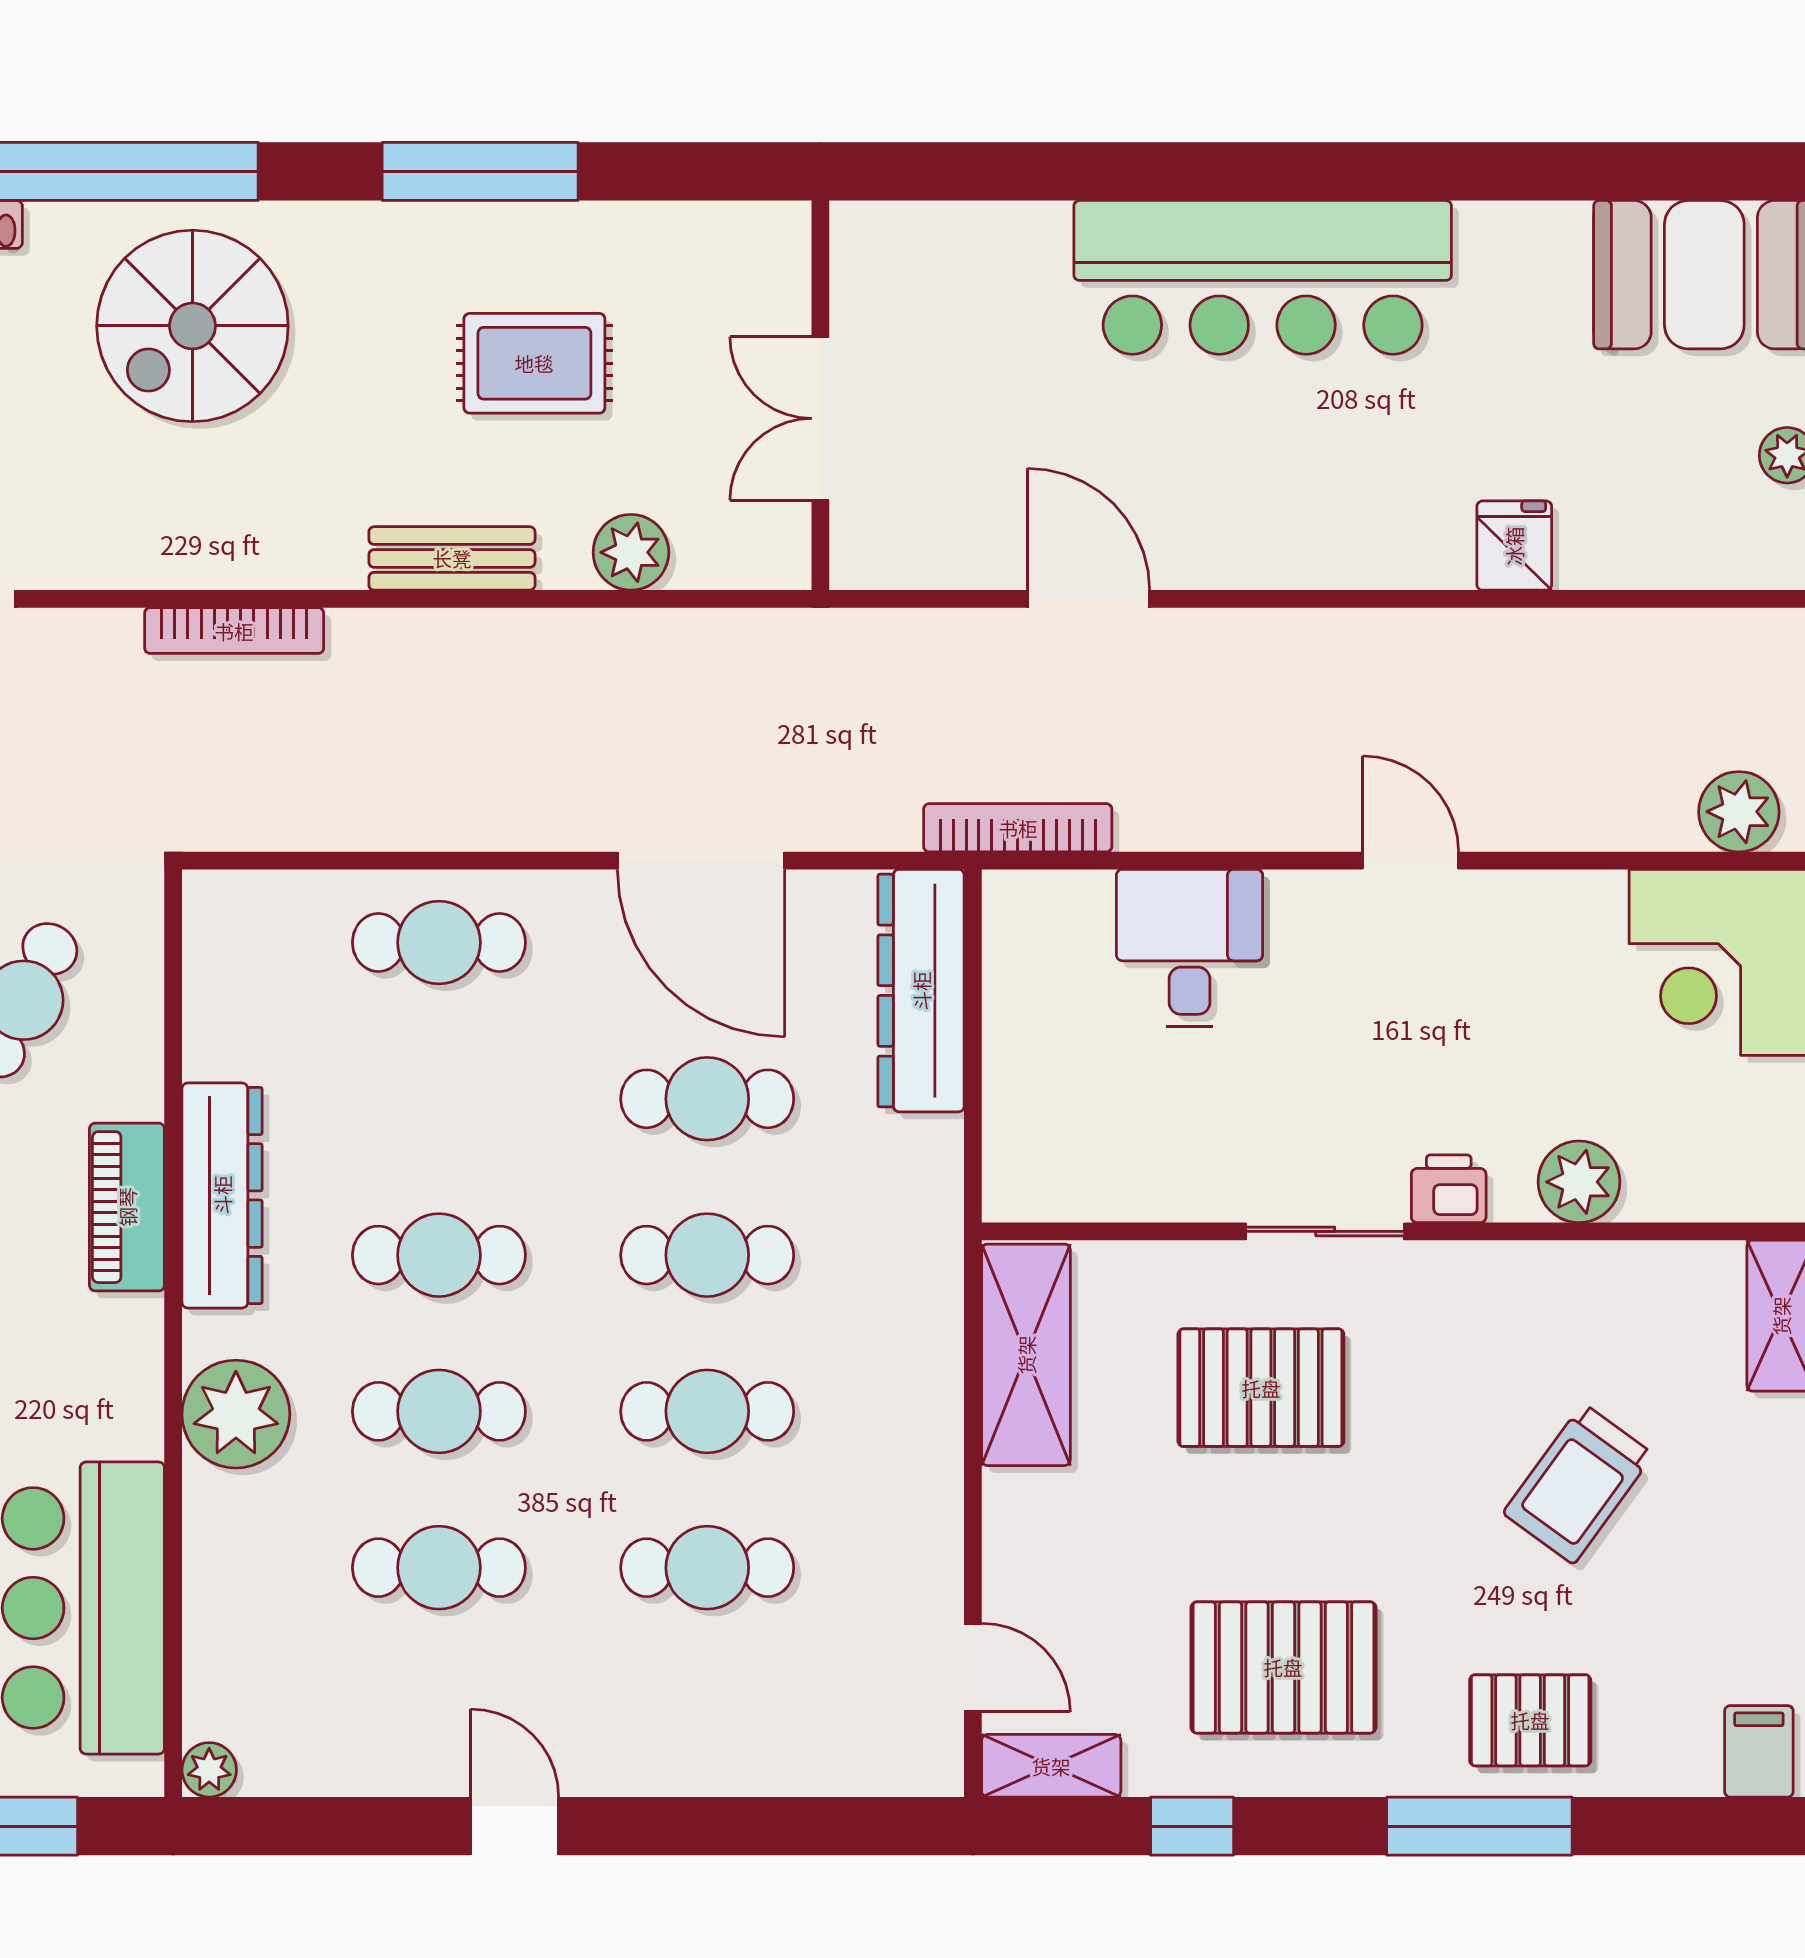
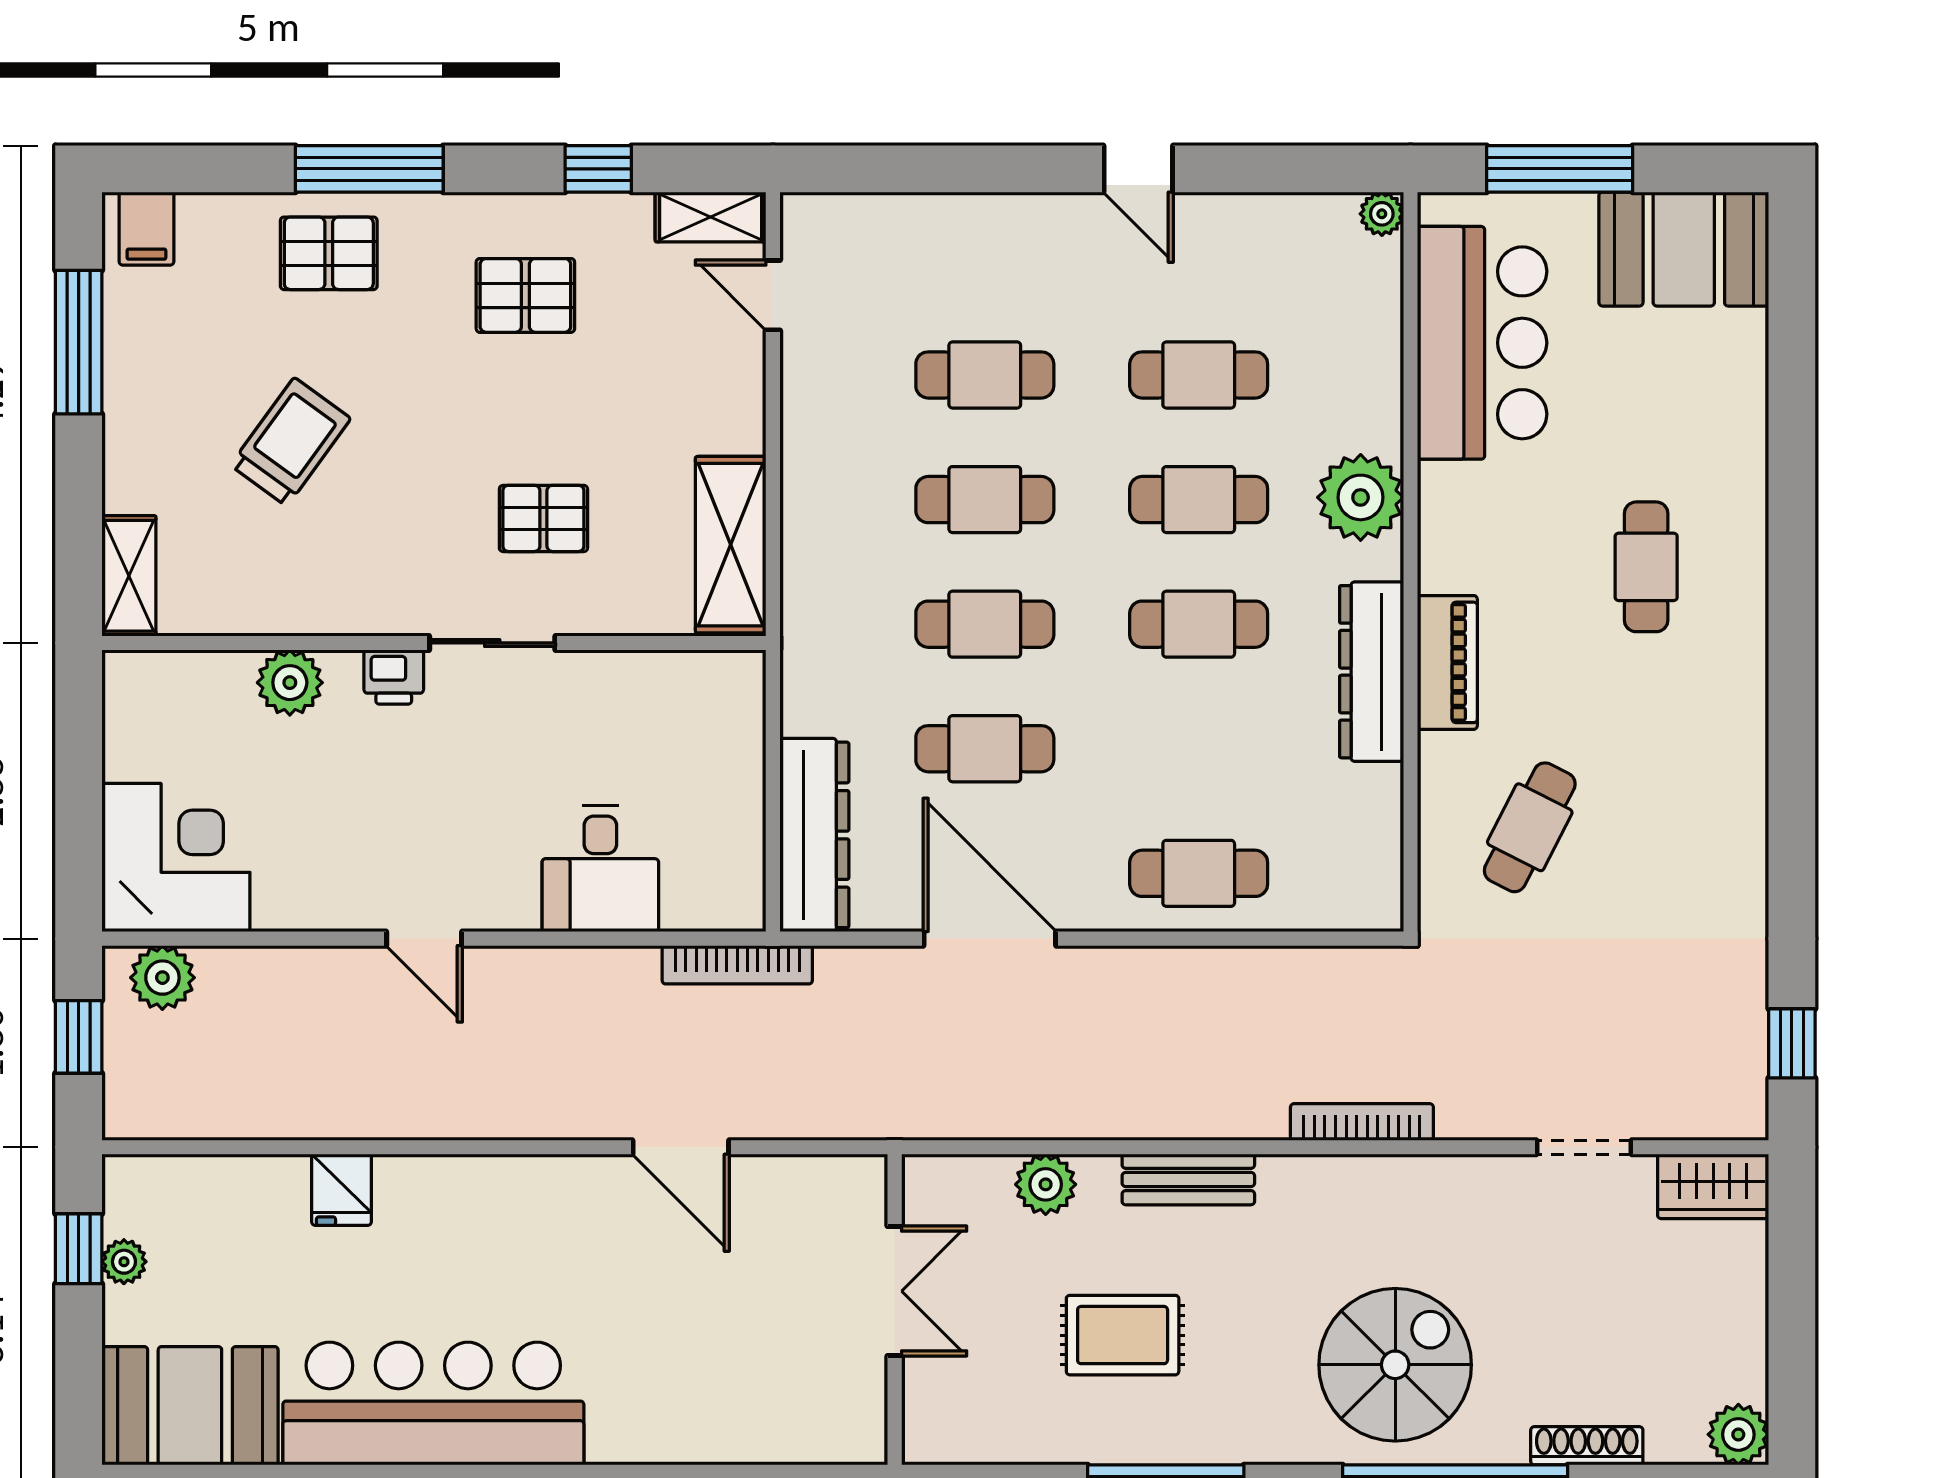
bar counter: (1263, 277) -> (433, 1403), moved
pallet: (1261, 1388) -> (543, 518), width x0.67, depth x0.71
pallet: (1283, 1667) -> (525, 295), width x0.67, depth x0.71

